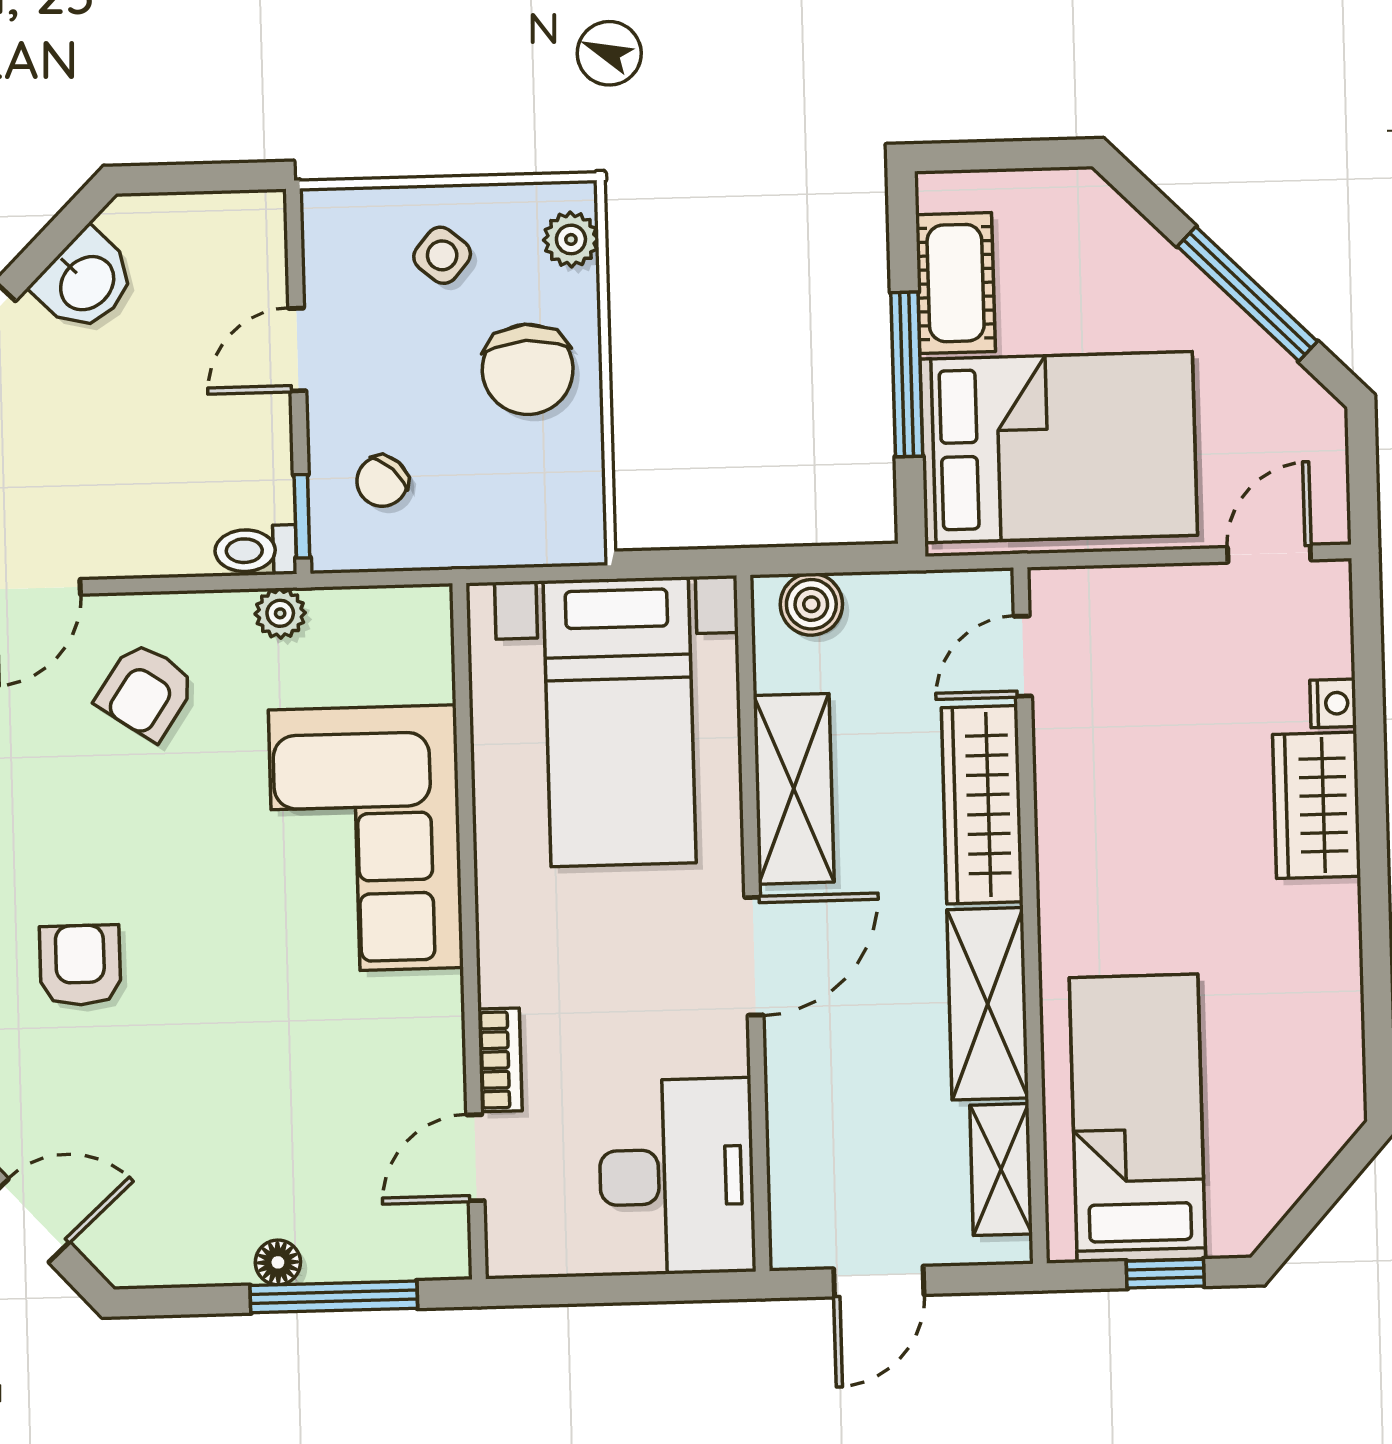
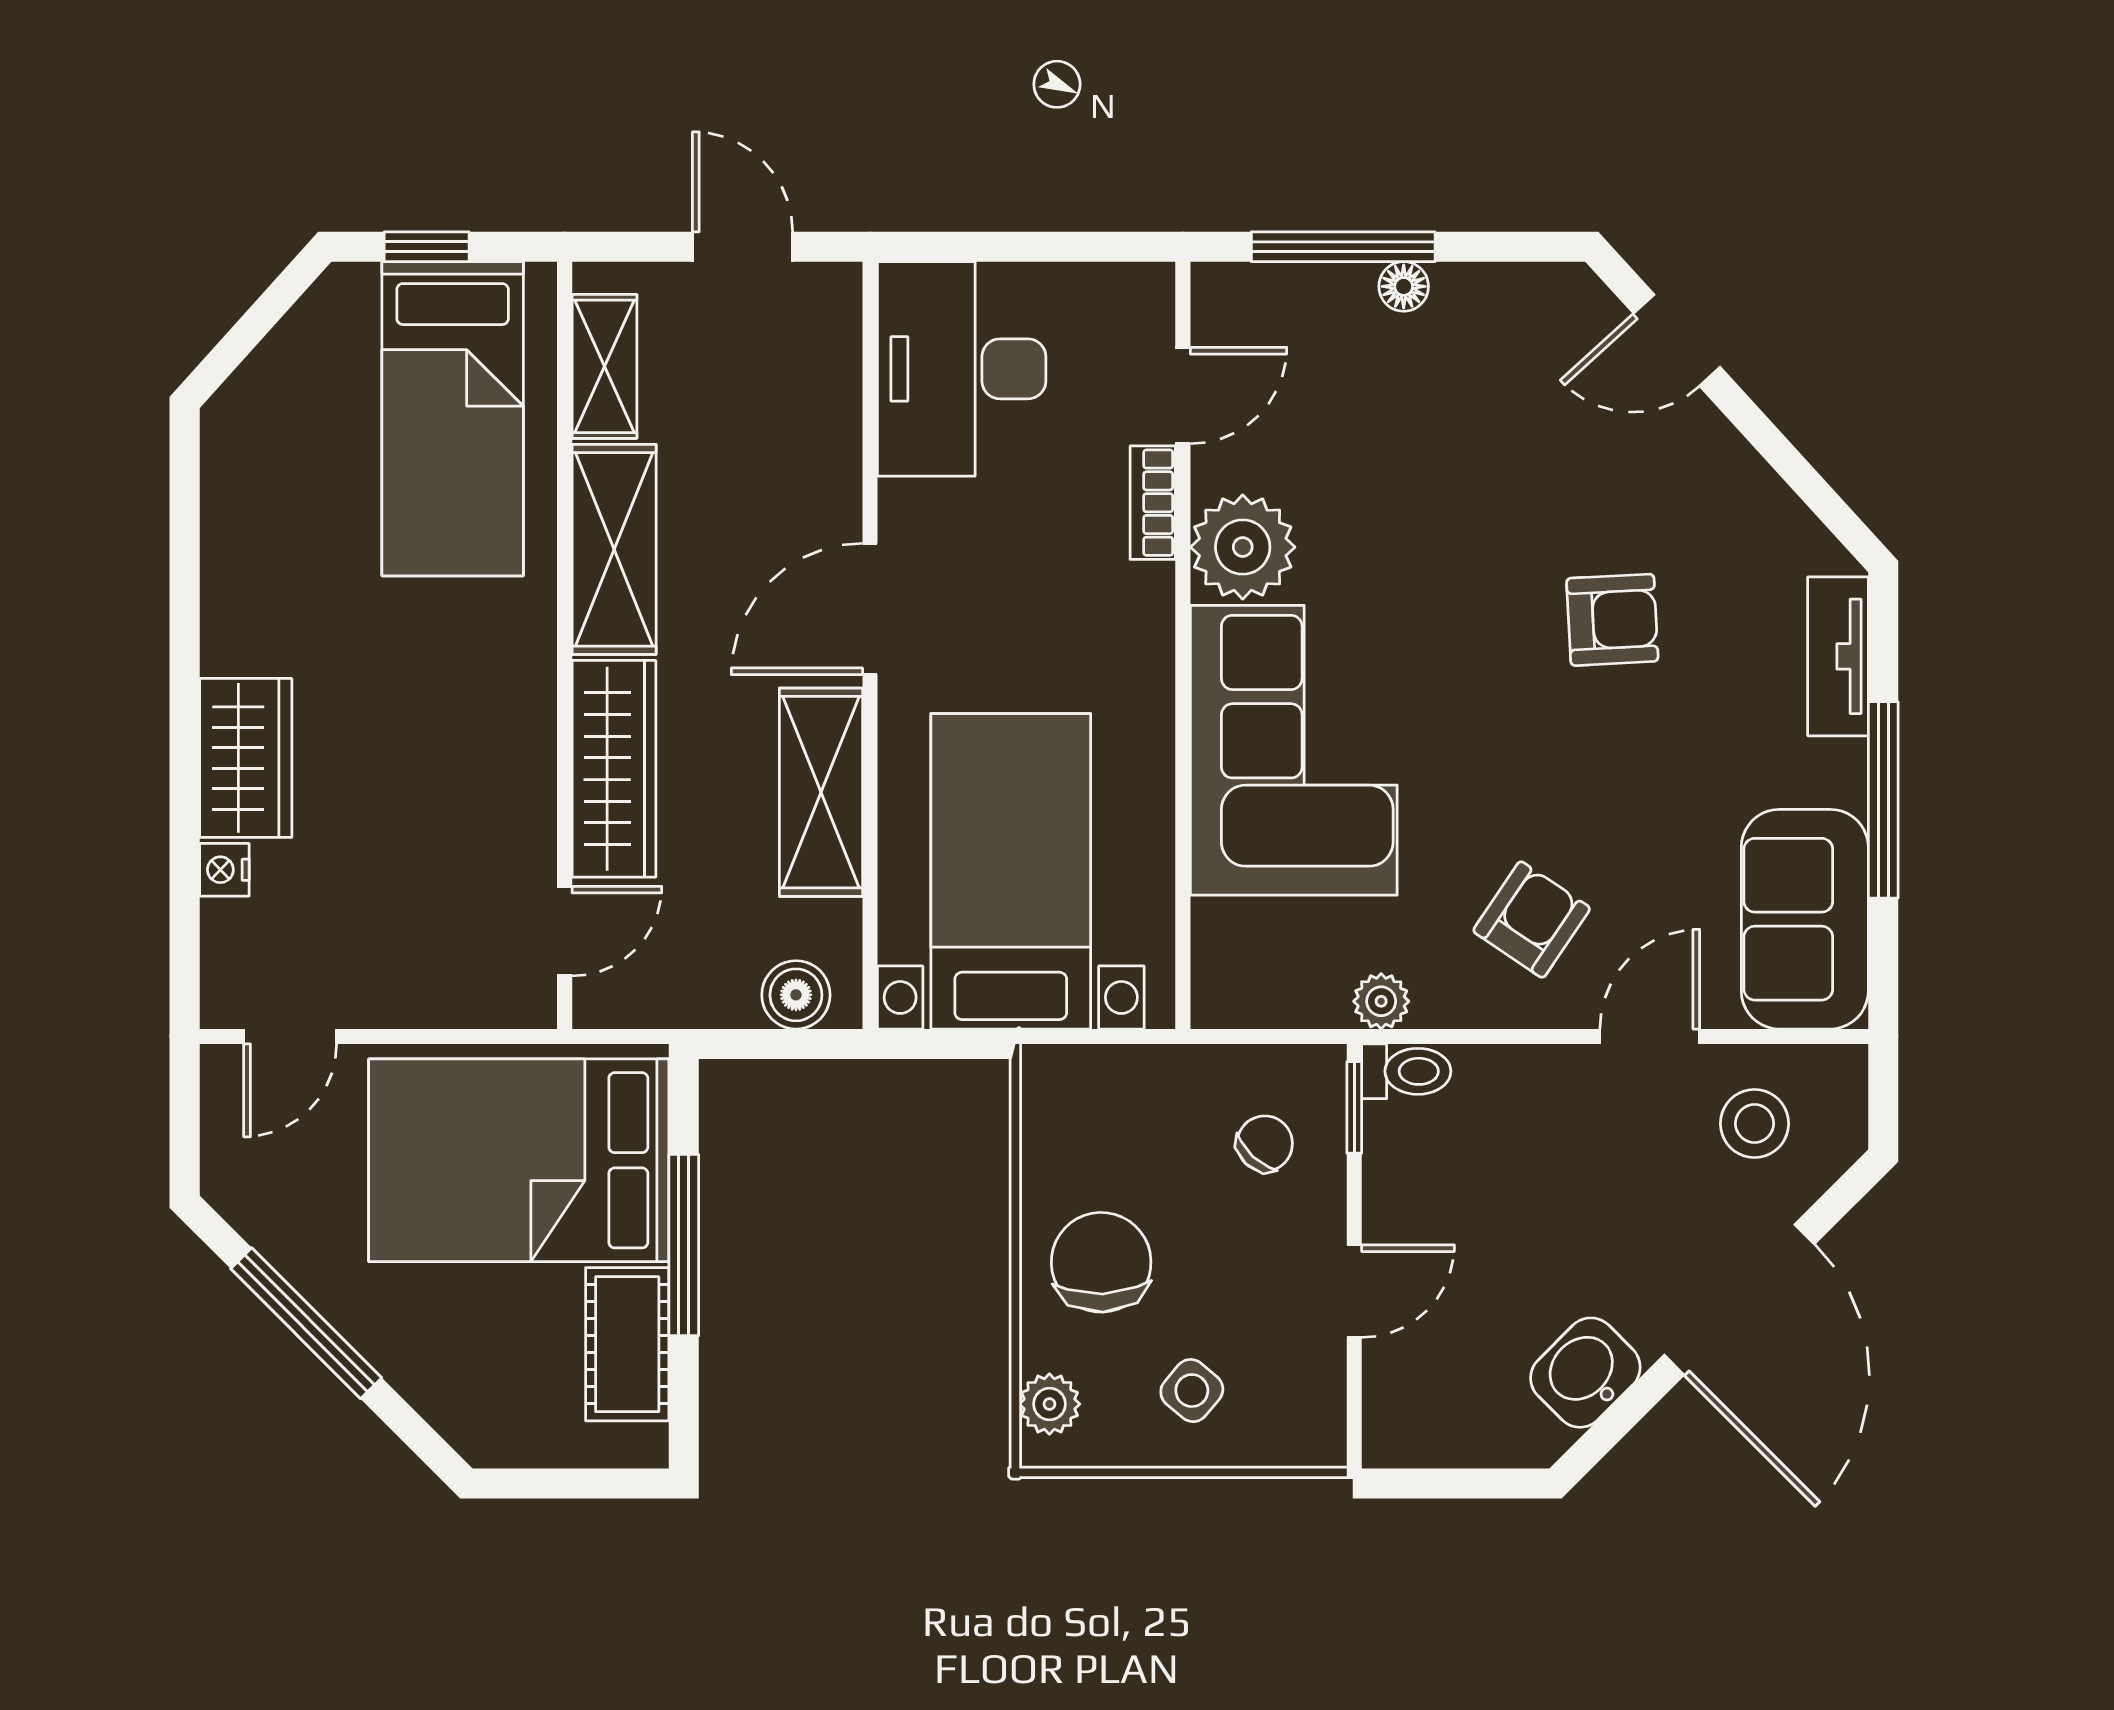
armchair: (80, 965) -> (1612, 620), turned -93
plant: (417, 1022) -> (1243, 547), added
door: (879, 1282) -> (743, 247), hinge flipped

